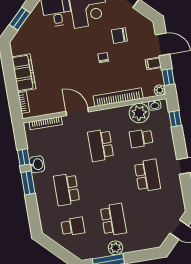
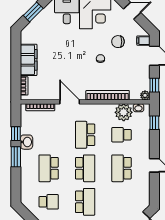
filing cabinet: (153, 63) -> (143, 41), moved
school desk: (147, 176) -> (122, 168), turned 180
school desk: (107, 182) -> (85, 168), added

